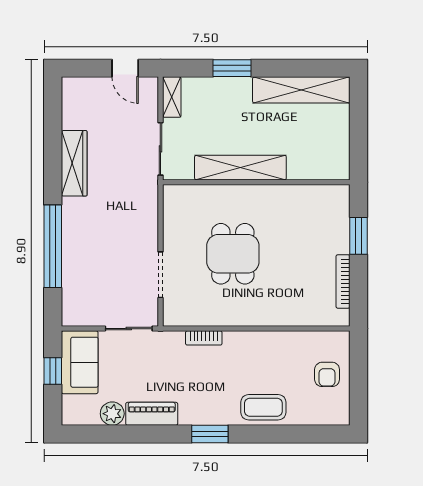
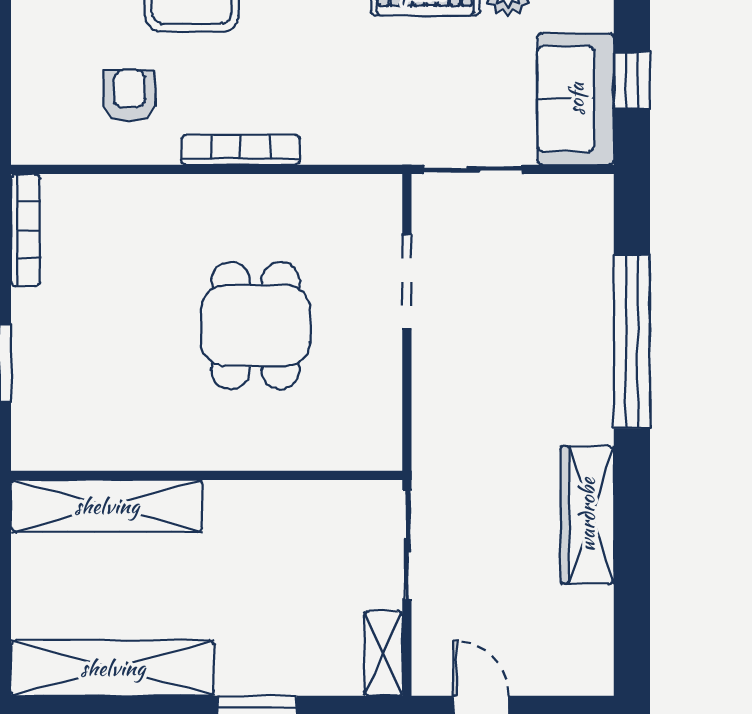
shelving: (240, 168) -> (107, 506), moved
bookcase: (343, 281) -> (25, 230), moved
bookcase: (204, 338) -> (240, 150), moved, width x1.56
armchair: (327, 374) -> (129, 96), moved

